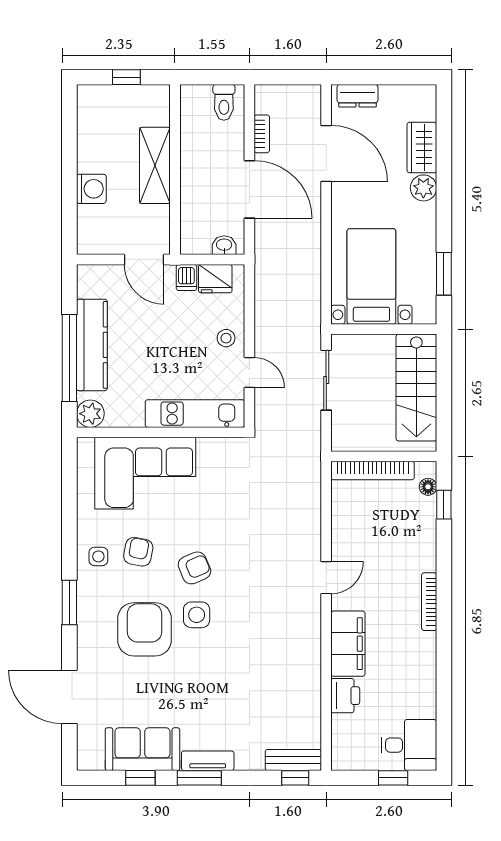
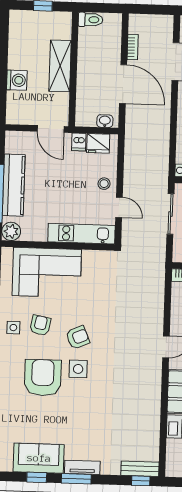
toilet: (224, 102) -> (90, 20), moved, turned -90

